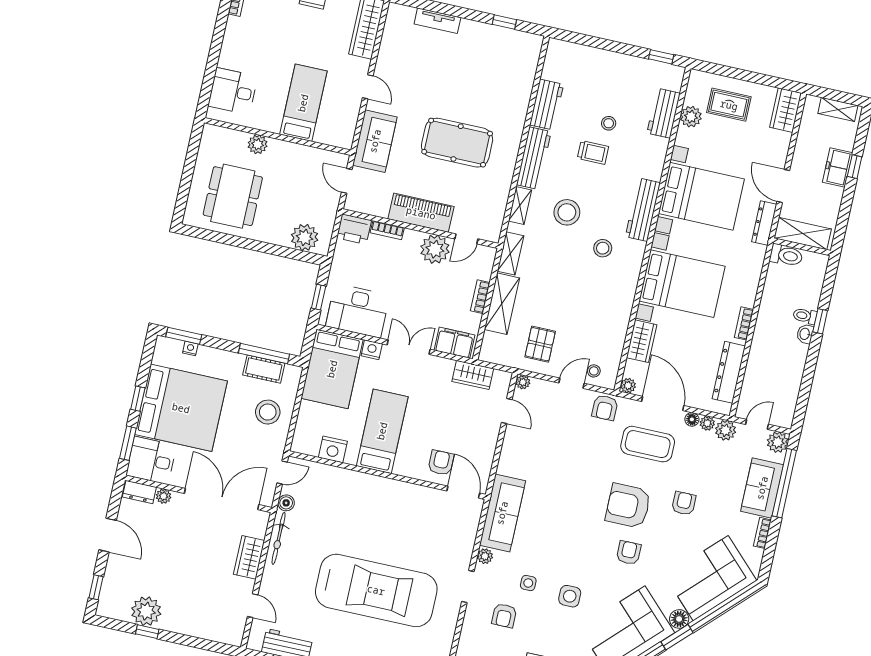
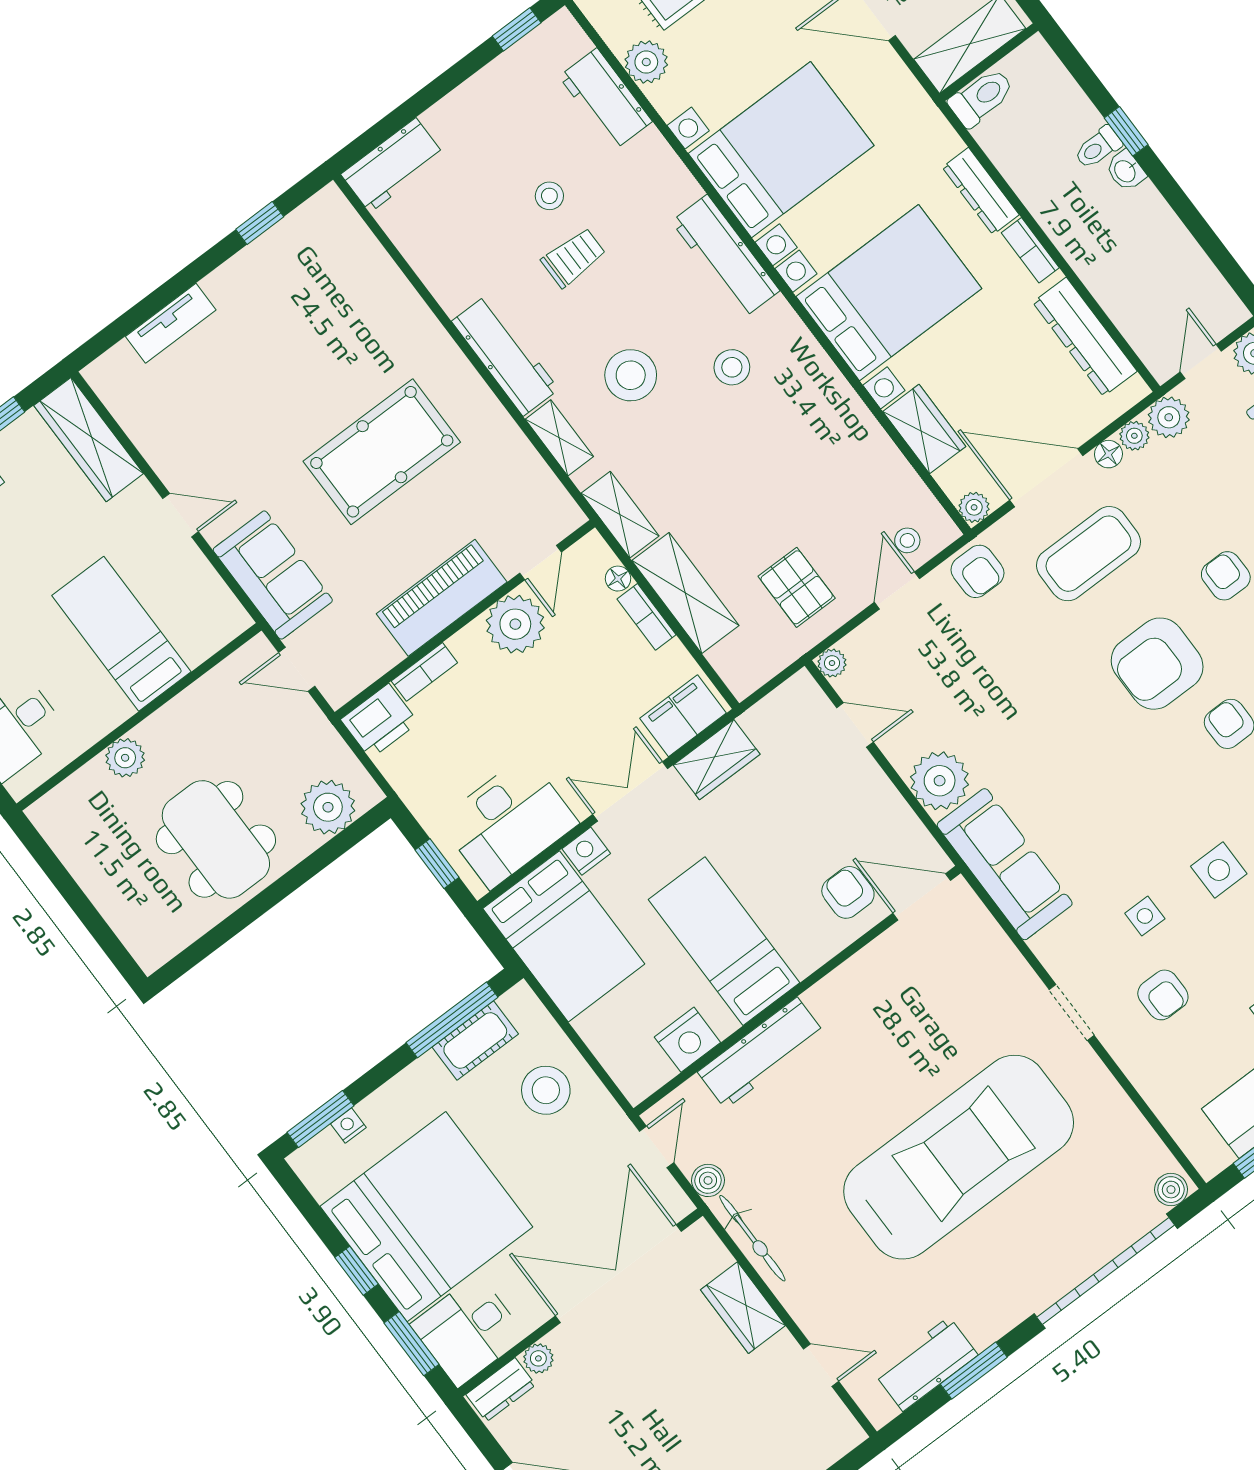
workbench: (547, 105) -> (393, 165), moved, turned 90
dining table: (233, 196) -> (216, 839), moved
dresser: (764, 223) -> (981, 191), moved
floor lamp: (486, 273) -> (618, 579), added
wardrobe: (473, 375) -> (717, 760), moved
workbench: (352, 482) -> (761, 1053), added
plant: (485, 556) -> (940, 781), moved, width x1.88, depth x1.88

